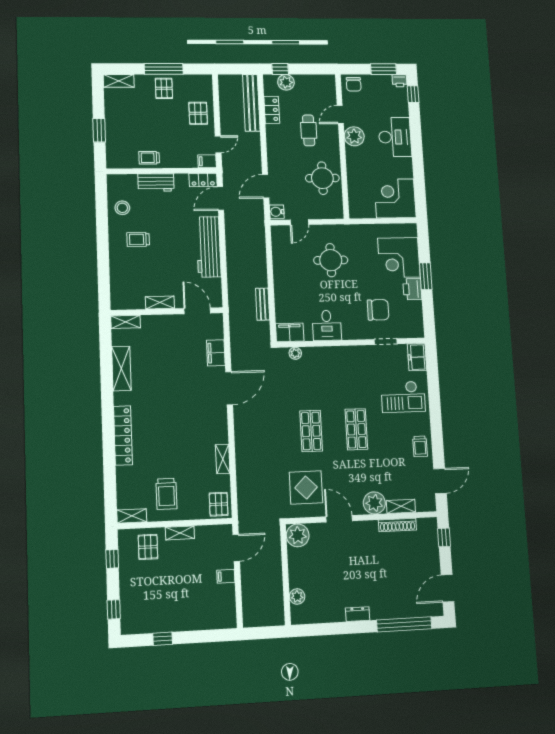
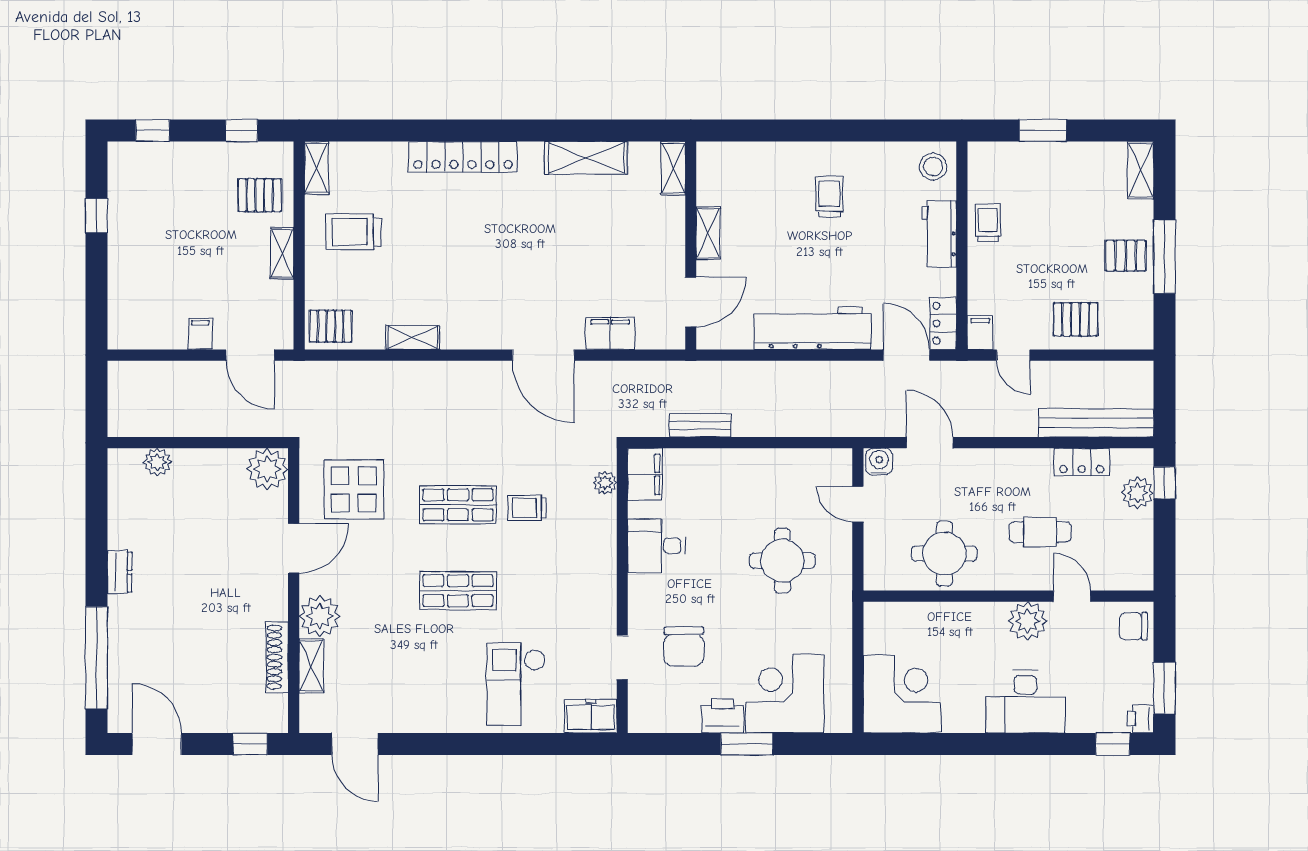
stool: (122, 208) -> (933, 167), moved
trolley: (420, 446) -> (527, 508), moved

